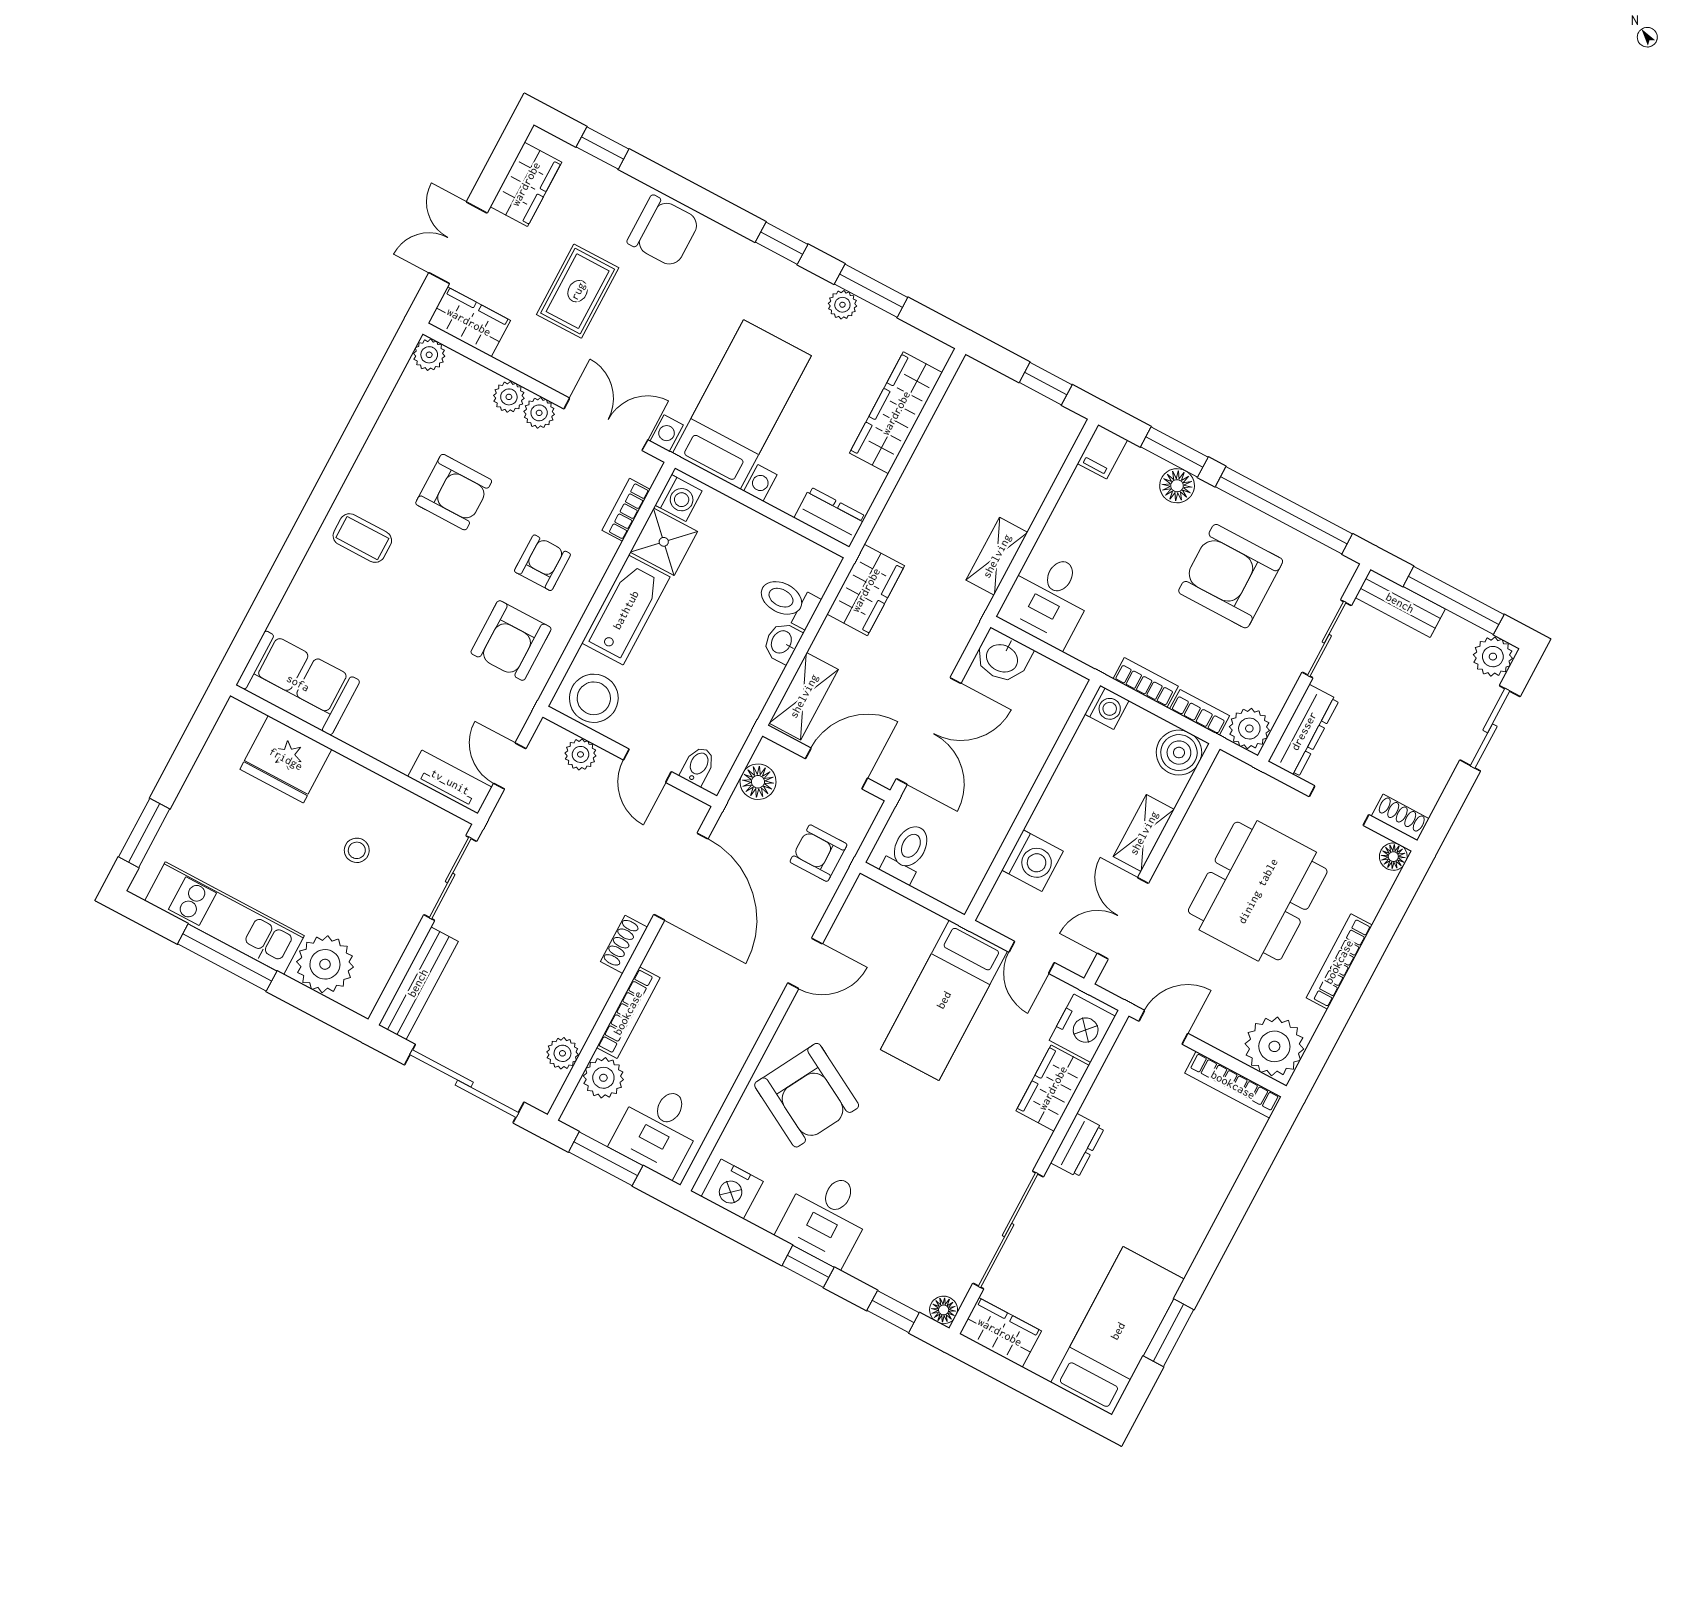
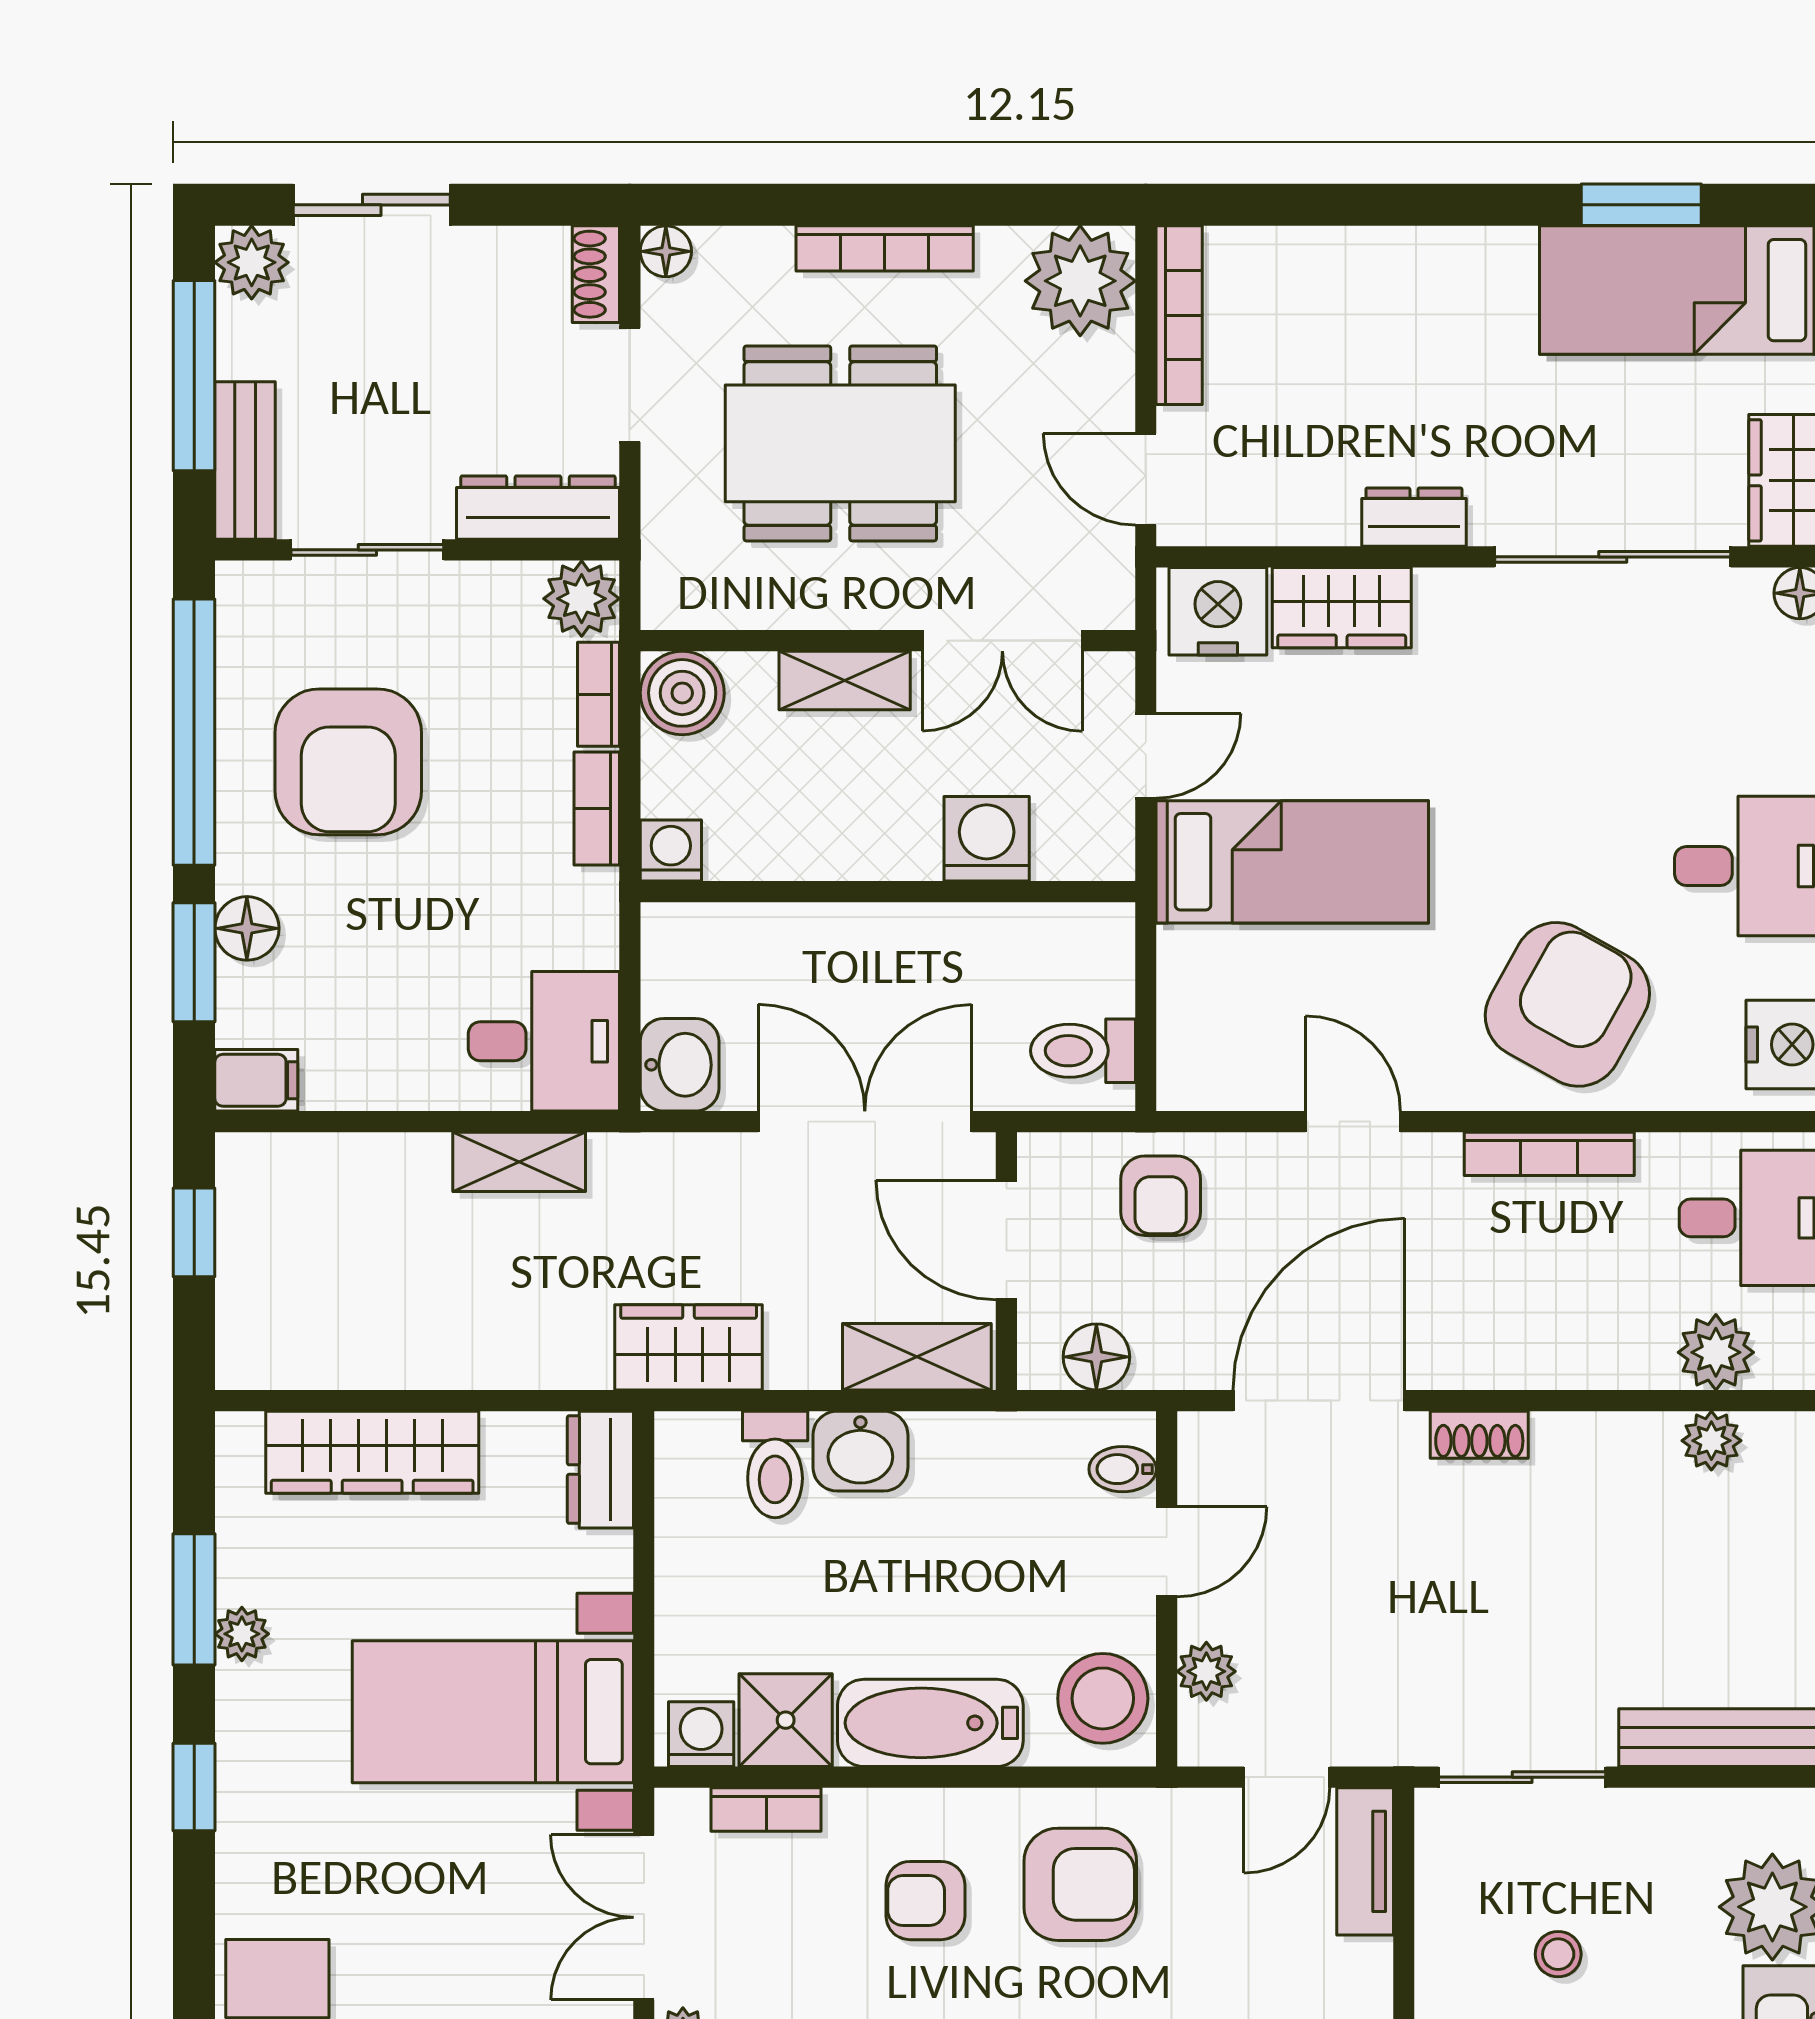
washbasin: (782, 642) -> (860, 1451), width x1.38, depth x1.45
bookcase: (628, 1013) -> (1549, 1154), moved, turned 180

